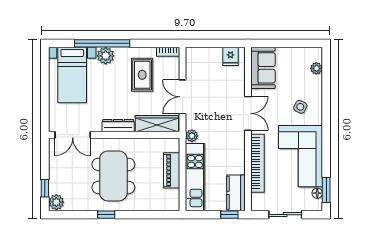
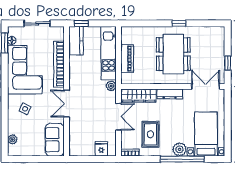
fridge: (230, 56) -> (101, 149), moved
window: (45, 188) -> (228, 63), moved
plant: (56, 202) -> (219, 33), removed

